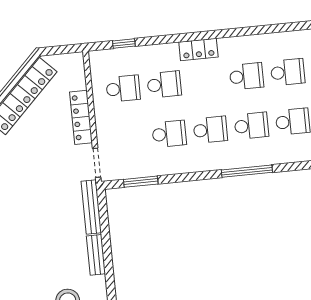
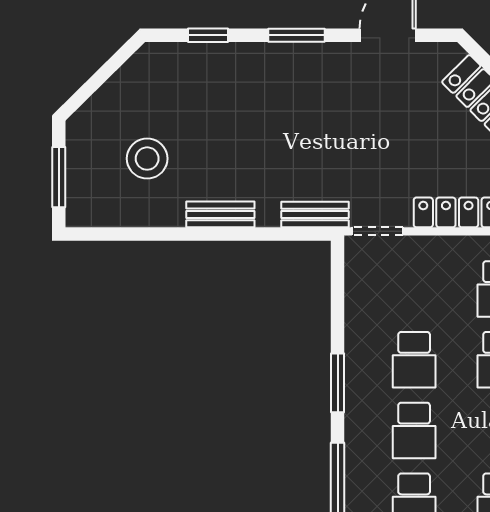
window: (141, 182) -> (338, 383), moved
bench: (91, 207) -> (315, 215), width x0.73

